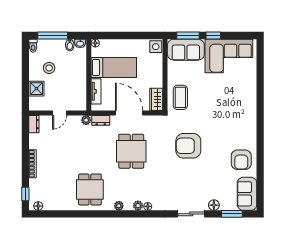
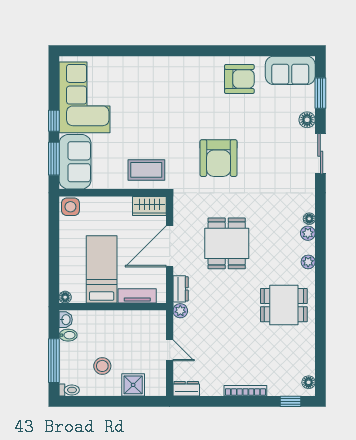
dining table: (131, 151) -> (227, 243), turned 90

